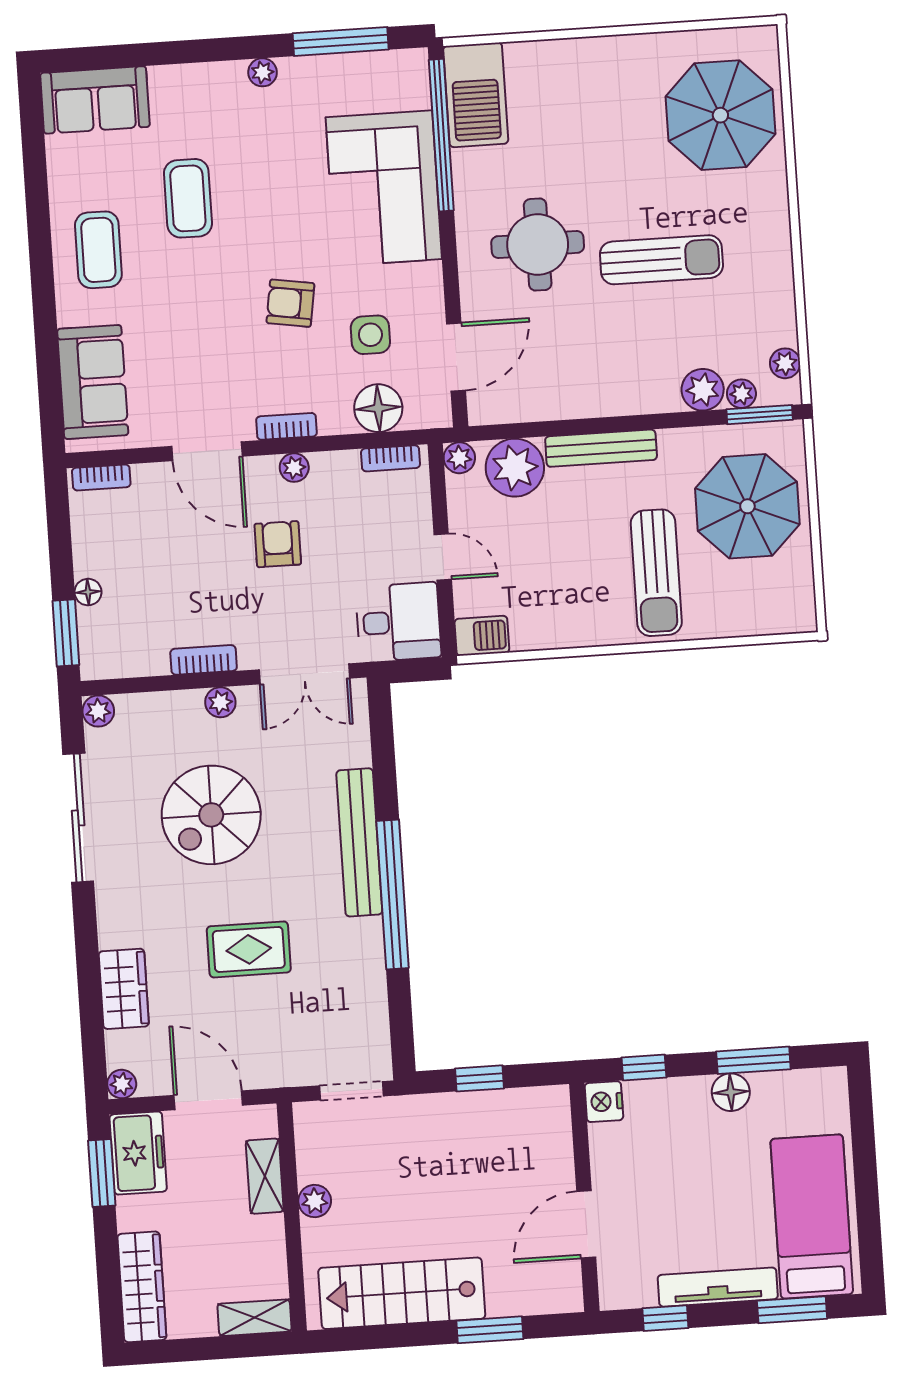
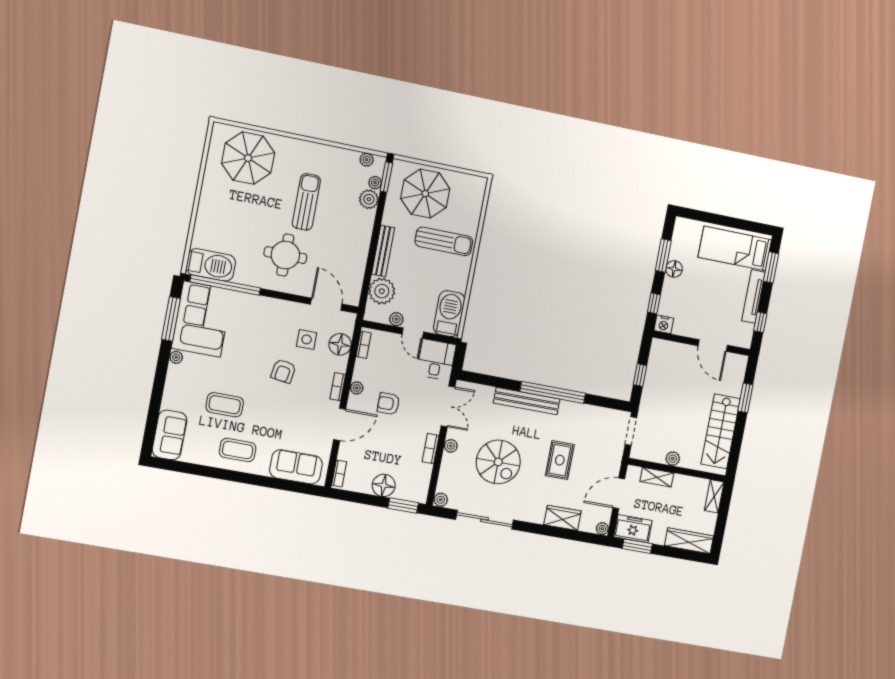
corner sofa: (384, 188) -> (202, 319), moved, turned -90
plant: (459, 458) -> (396, 319), moved
door: (443, 557) -> (413, 333), swing flipped
floor lamp: (88, 592) -> (384, 485), width x1.89, depth x1.89
barbecue: (482, 636) -> (449, 314), width x1.88, depth x1.53

